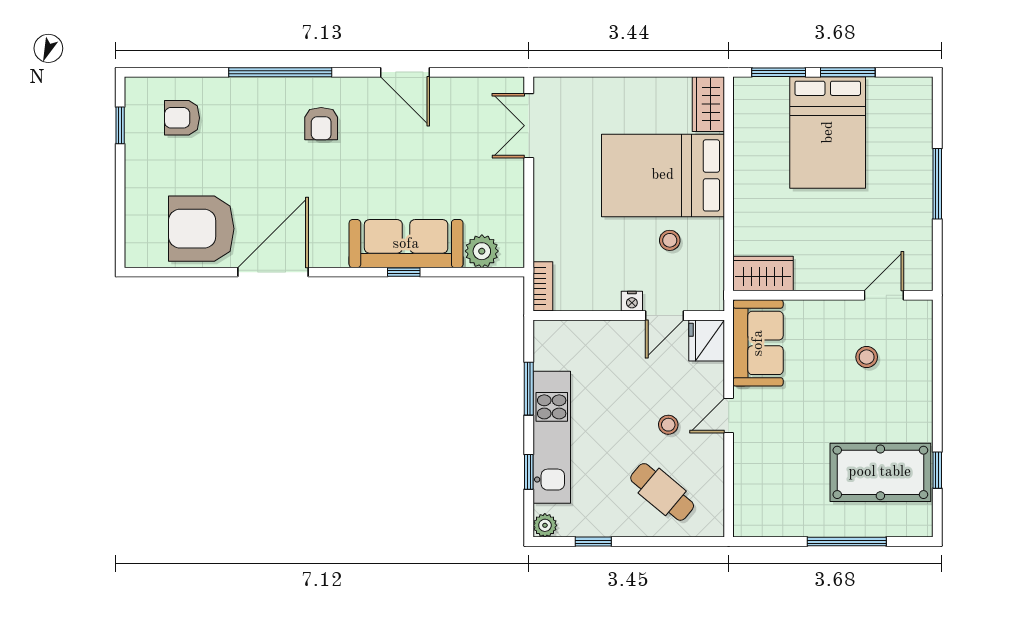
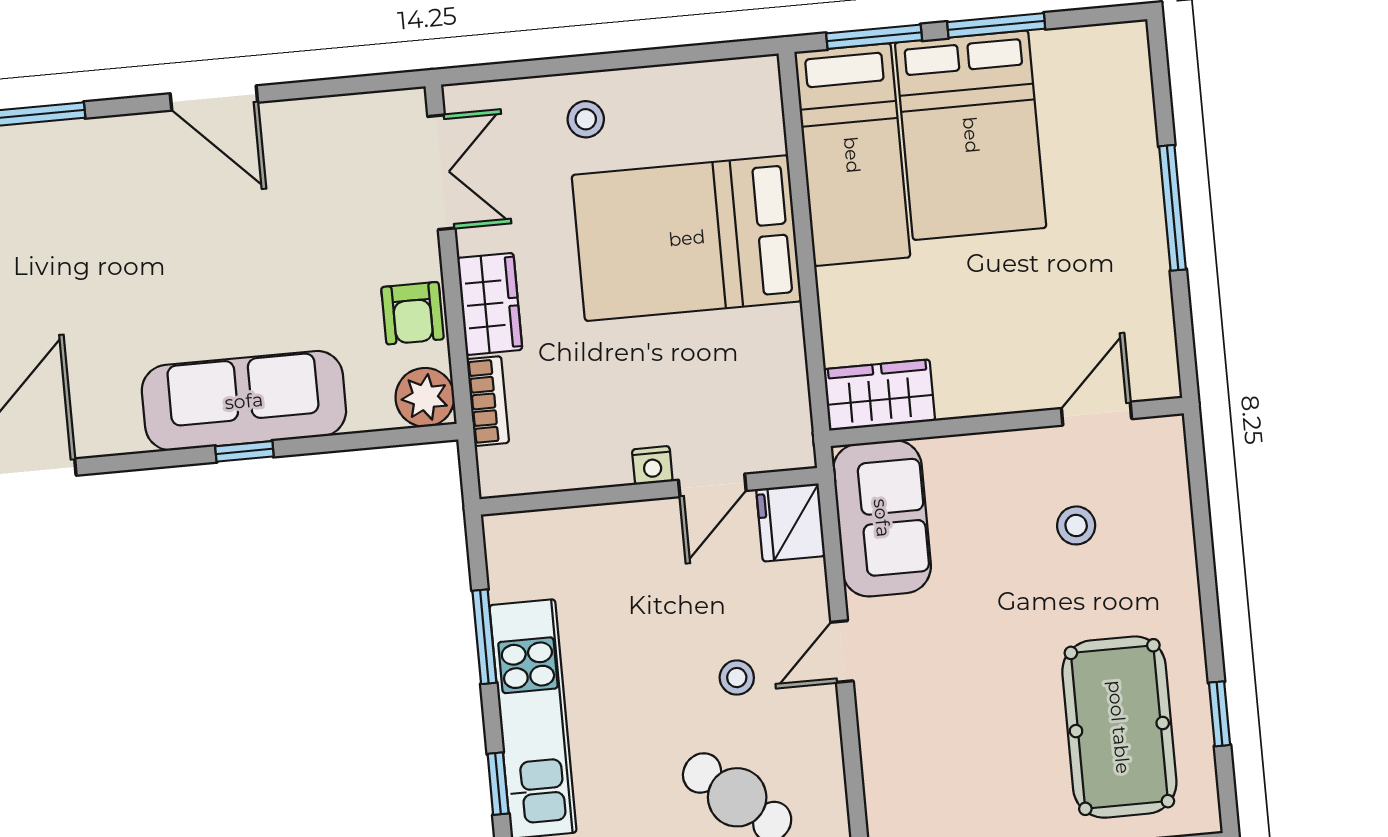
wardrobe: (708, 104) -> (490, 304), moved, turned 180
armchair: (321, 124) -> (412, 313), moved
double door: (529, 126) -> (441, 172), swing flipped
bed: (760, 137) -> (852, 155), added
stool: (670, 240) -> (586, 119), moved
plant: (482, 251) -> (425, 397), moved
bookcase: (543, 286) -> (488, 401), moved
pool table: (880, 472) -> (1119, 727), turned 90

